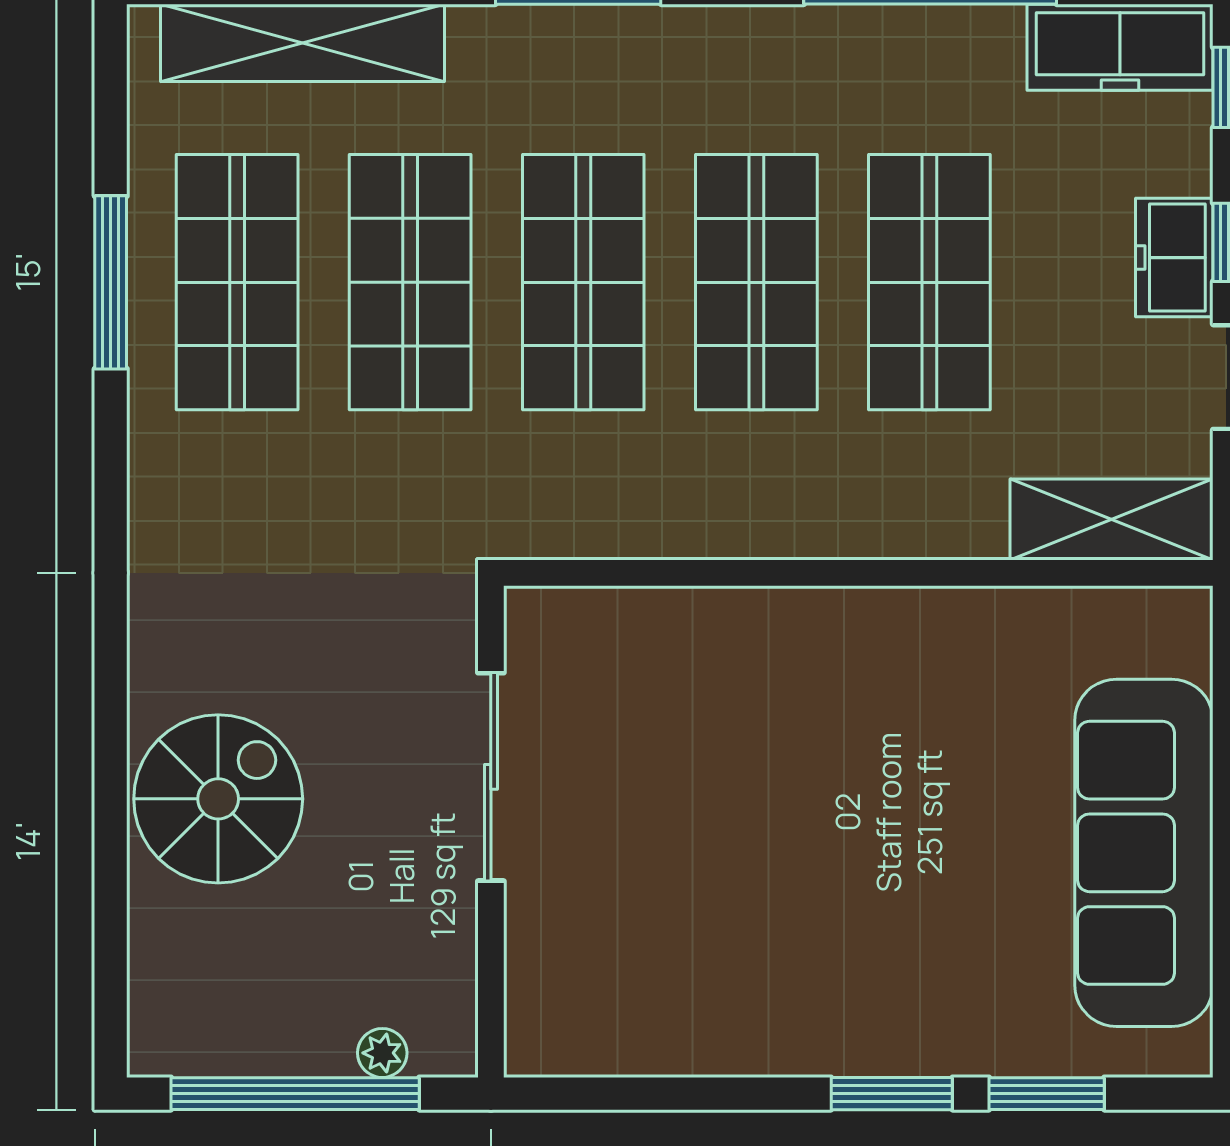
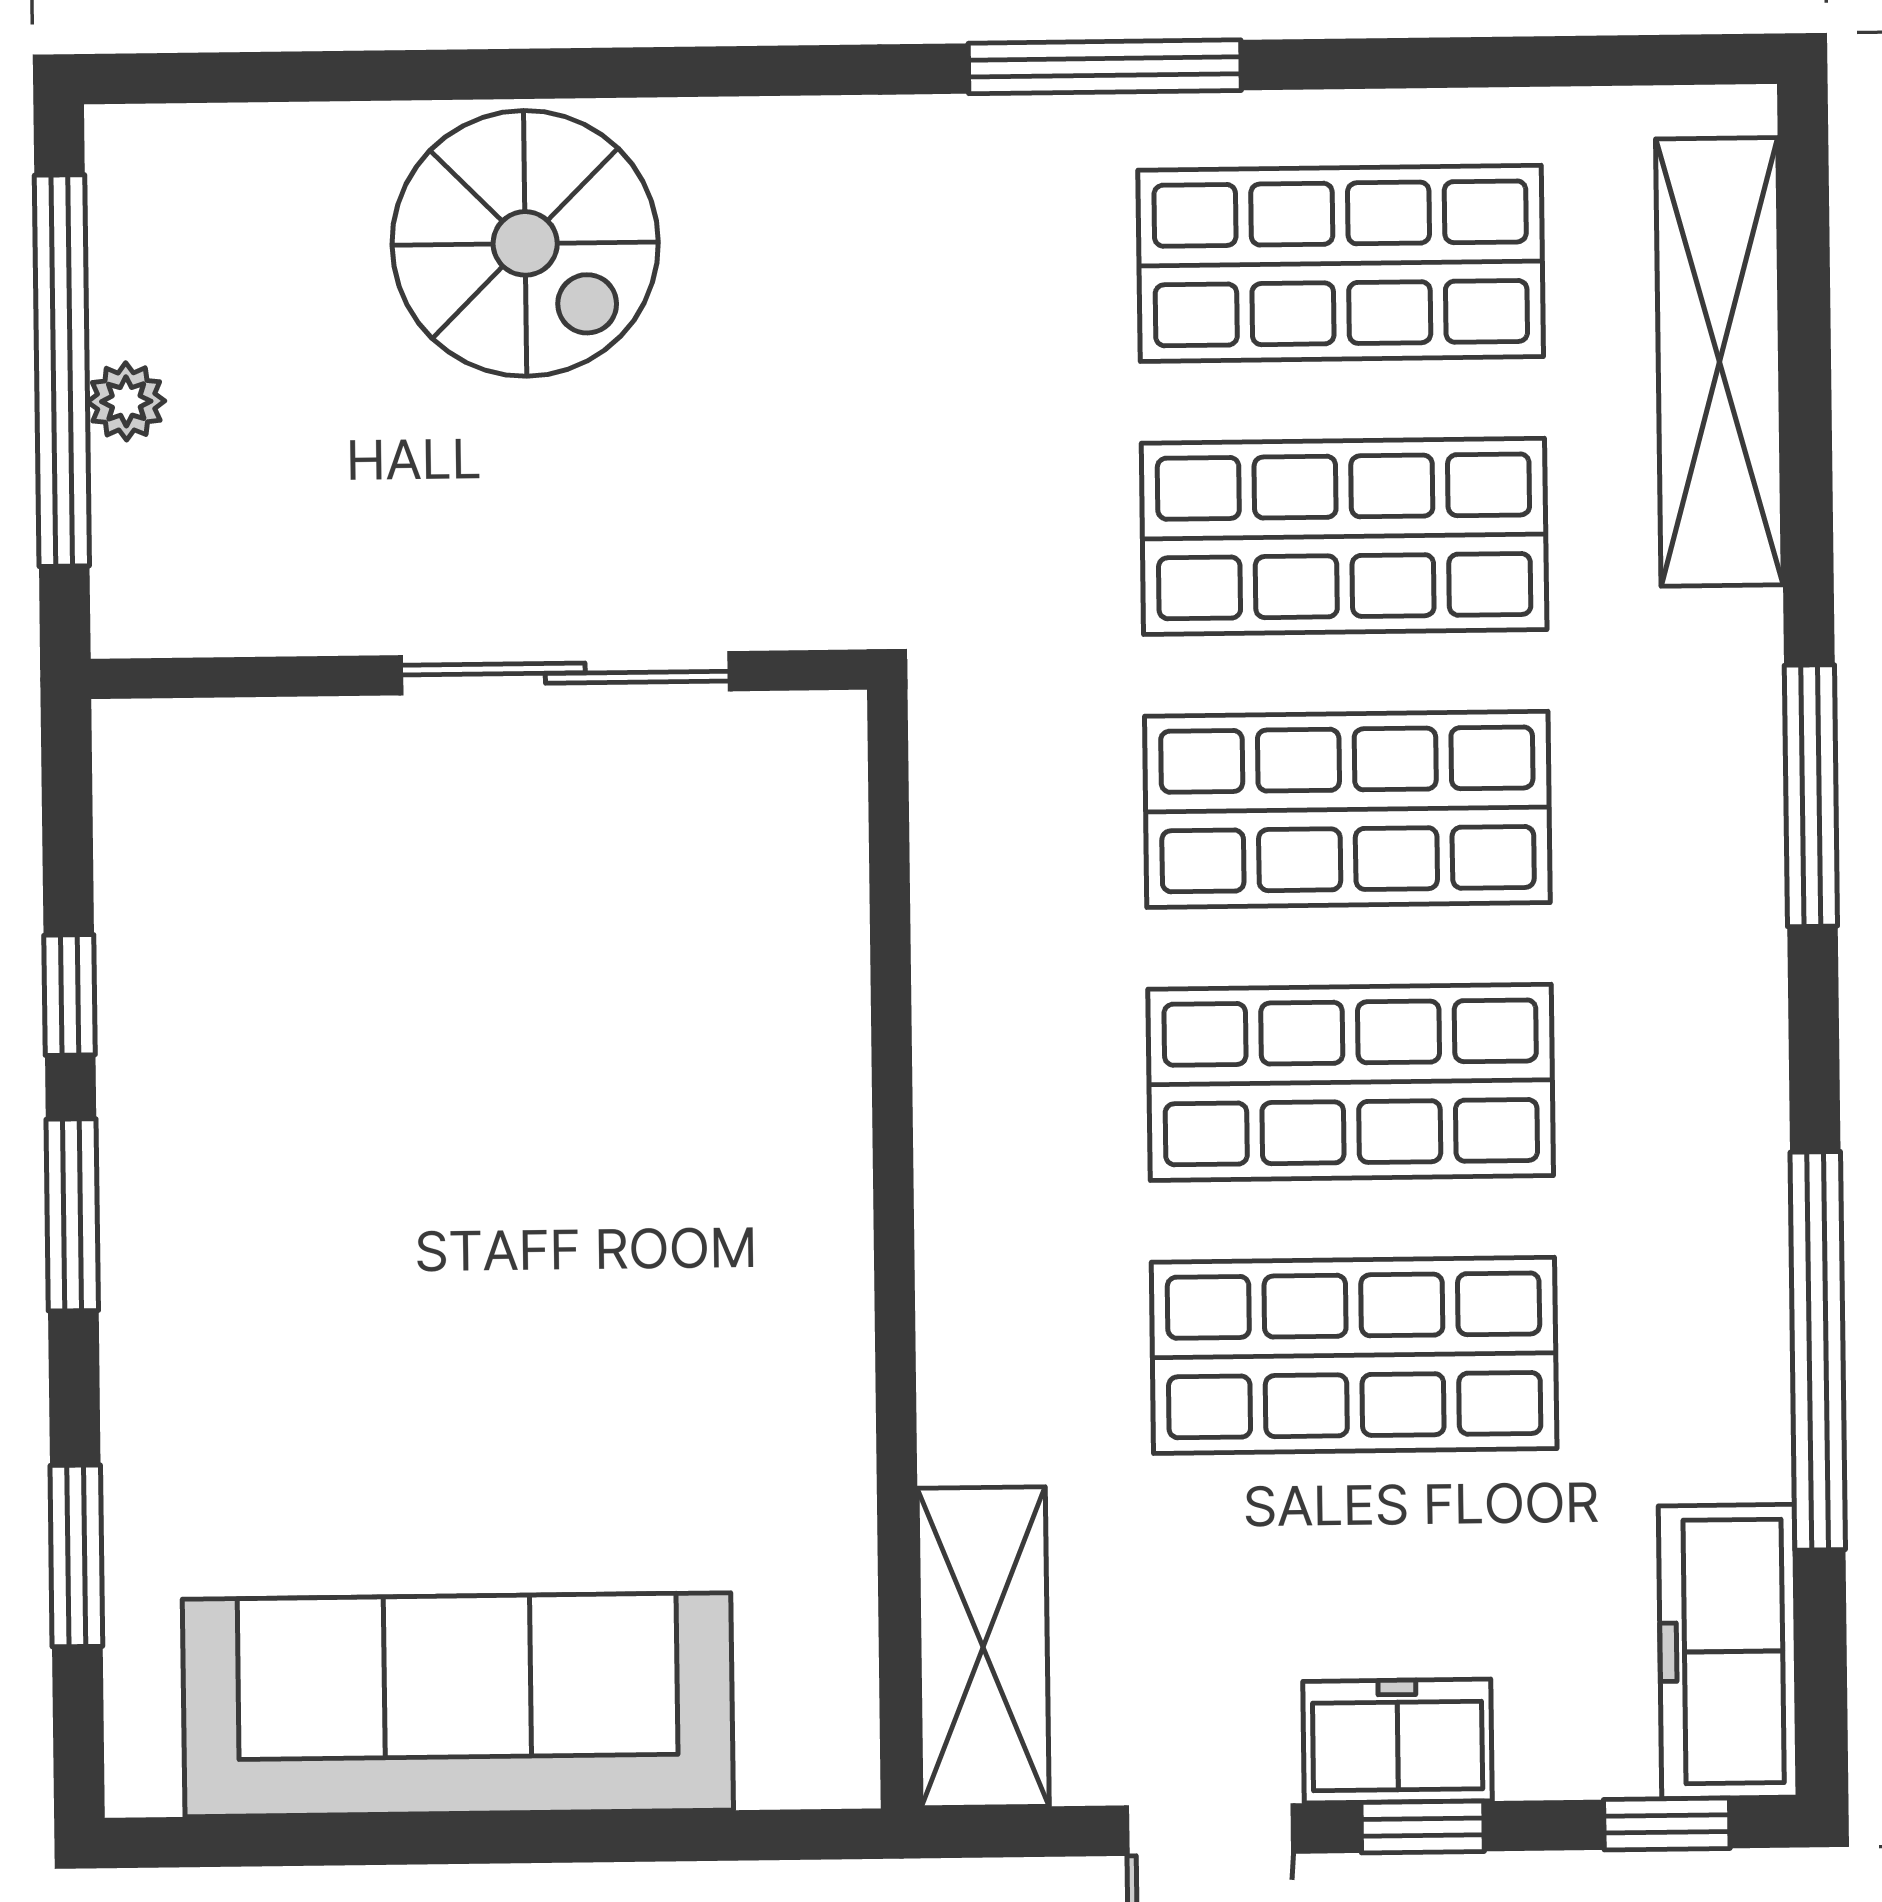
window: (111, 282) -> (1105, 67), moved
plant: (382, 1053) -> (126, 401), moved
window: (691, 1094) -> (69, 995), added
window: (892, 1094) -> (72, 1215), moved

